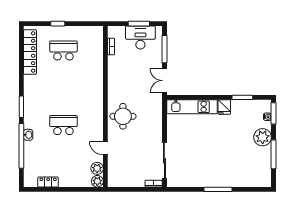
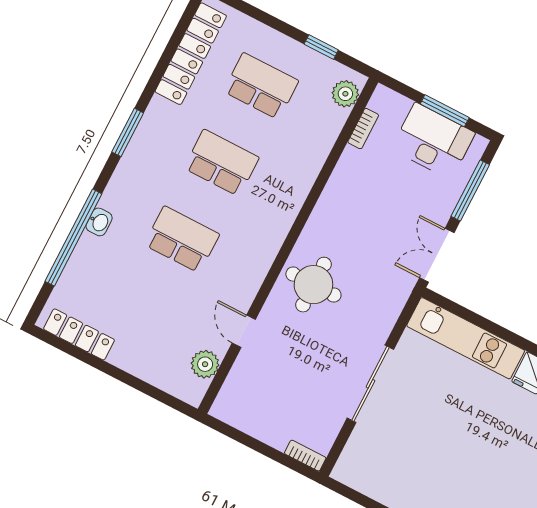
window: (58, 24) -> (321, 47), moved
school desk: (63, 88) -> (221, 163), added
window: (21, 107) -> (128, 132), moved
sliding door: (164, 161) -> (370, 384), moved
plant: (97, 181) -> (345, 94), moved
locker: (48, 182) -> (79, 334), width x1.53

